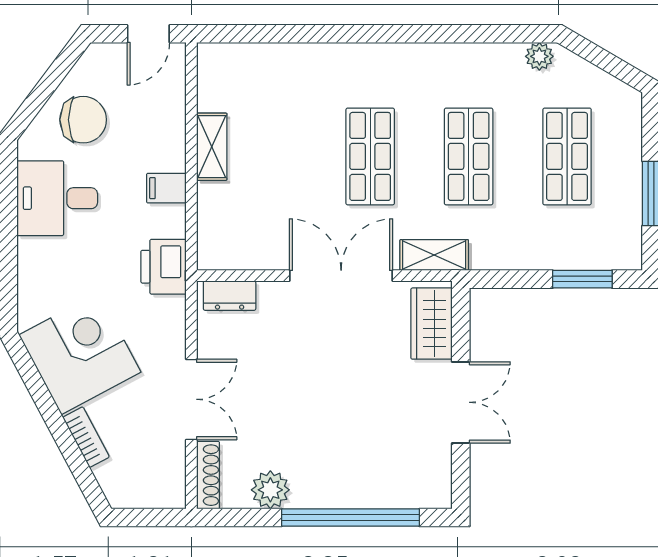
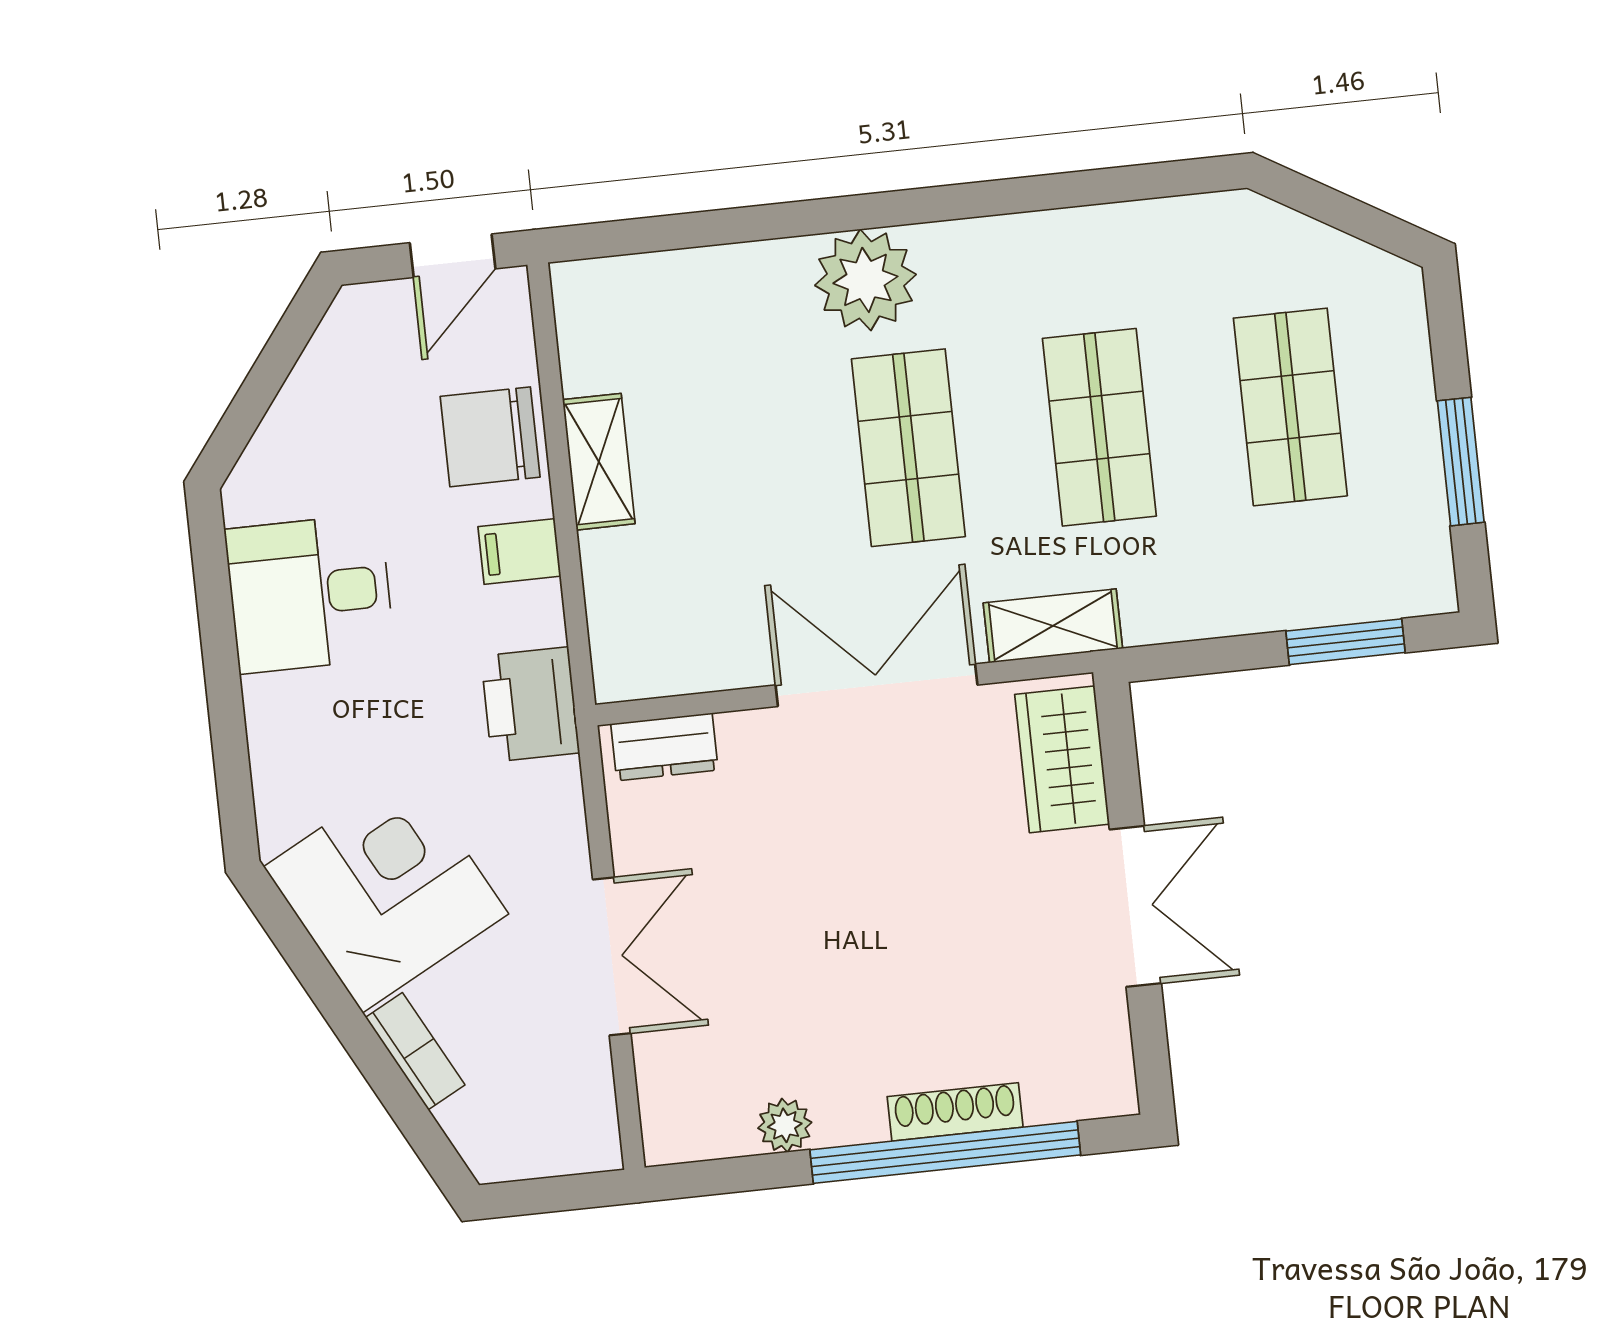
plant: (539, 56) -> (865, 280), moved, width x1.87, depth x1.87
chair: (83, 120) -> (490, 437), moved, turned 180
shoe rack: (208, 475) -> (955, 1112), moved, turned -90
plant: (270, 490) -> (785, 1125), width x0.73, depth x0.73

